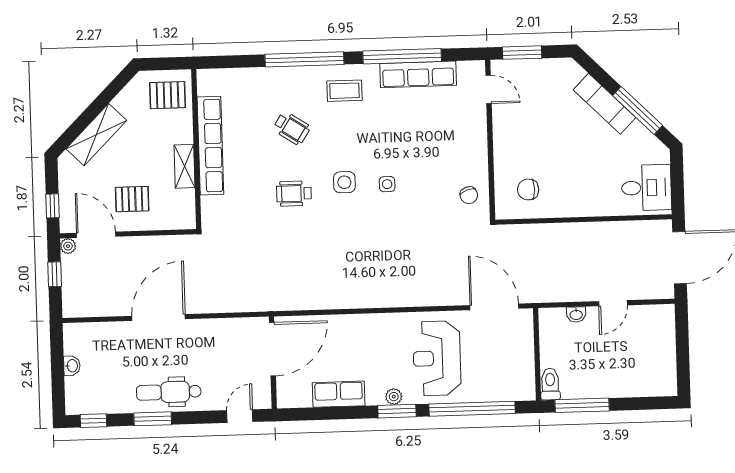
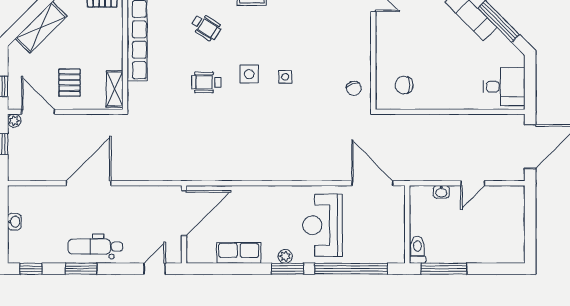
shelving: (185, 166) -> (115, 89), moved
pallet: (132, 199) -> (70, 83), turned 90

